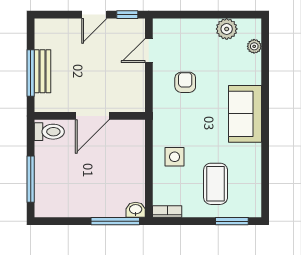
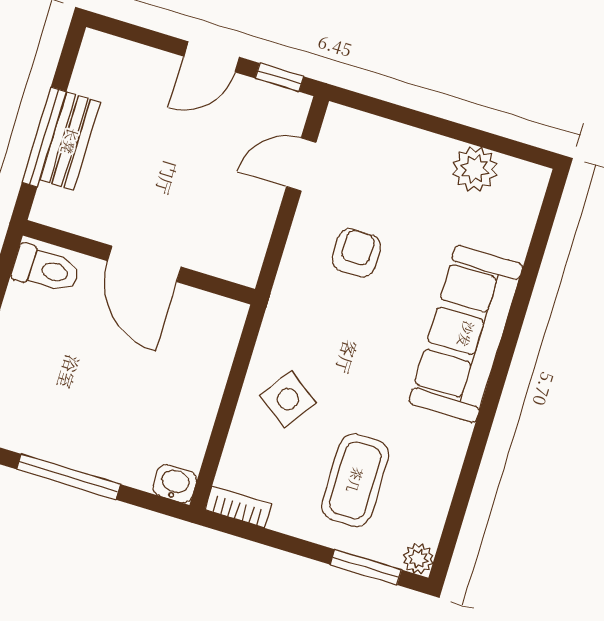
plant: (254, 46) -> (418, 559), moved
sofa: (245, 114) -> (466, 334), width x1.36
door: (92, 116) -> (144, 264), hinge flipped
side table: (175, 157) -> (288, 399), turned 36
window: (115, 221) -> (68, 477), moved

